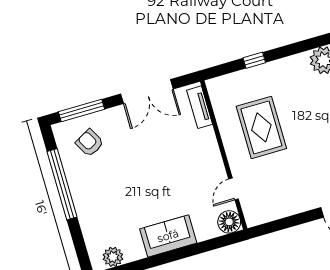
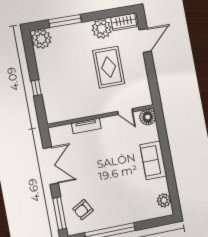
tv unit: (200, 107) -> (86, 126), moved
rug: (261, 127) -> (109, 67), moved, turned 90

